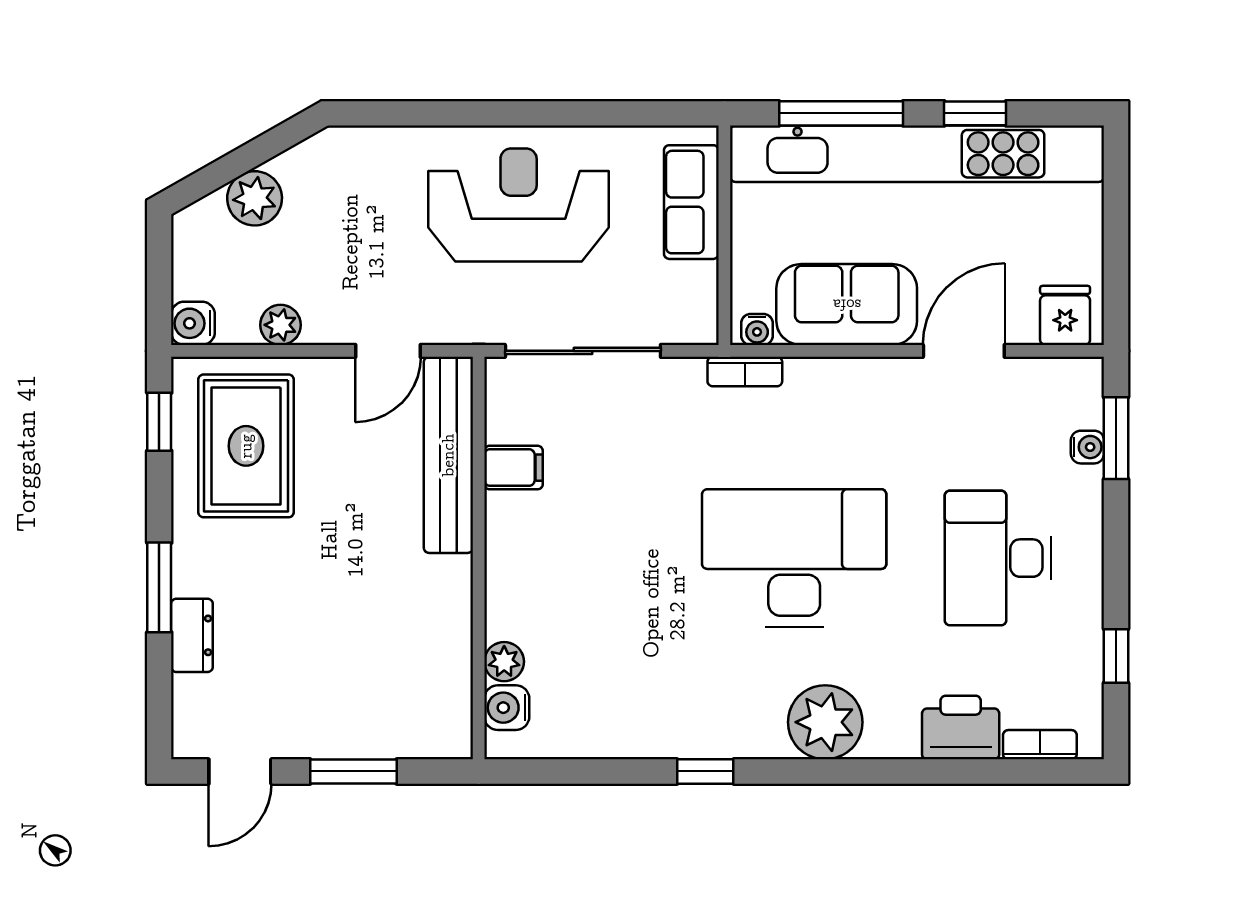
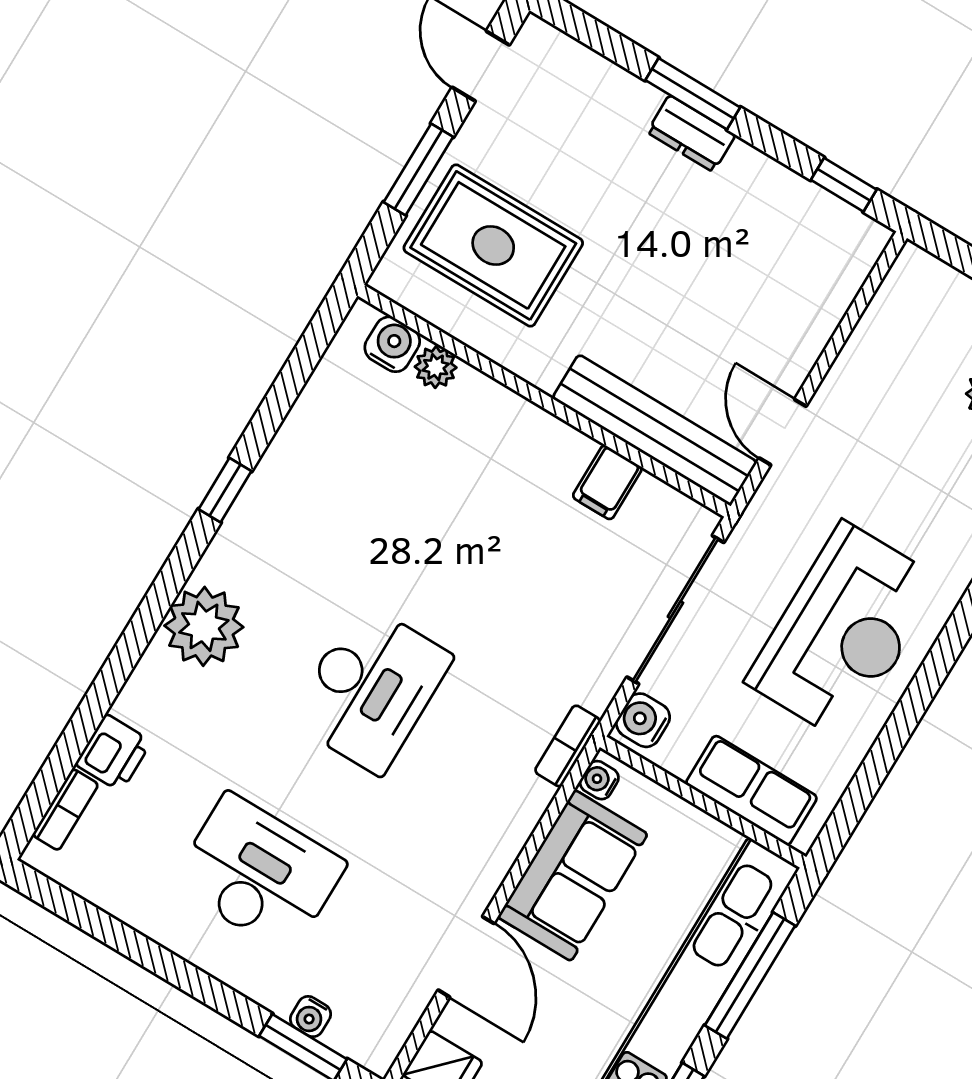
water cooler: (193, 323) -> (643, 720), moved, turned -90
plant: (280, 325) -> (865, 348), removed
rug: (246, 446) -> (493, 246), moved
desk: (794, 558) -> (371, 688), width x0.73, depth x0.77
dresser: (192, 635) -> (691, 133), moved
window: (1116, 656) -> (105, 928), removed
printer: (961, 728) -> (113, 753), width x0.73, depth x0.81

